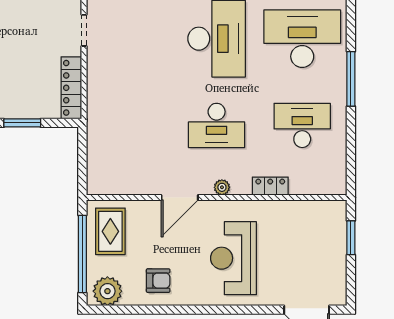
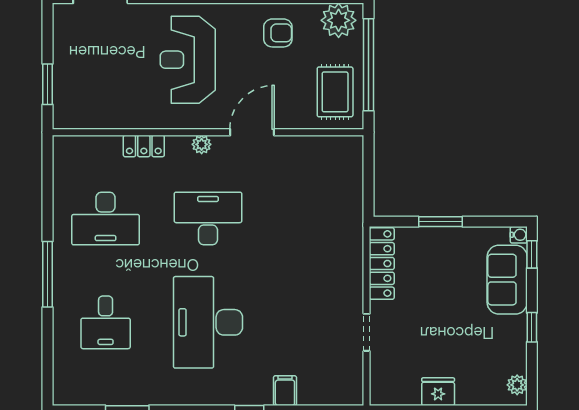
desk: (302, 39) -> (106, 322), width x0.53, depth x0.77
reception desk: (233, 258) -> (188, 60), turned 180
armchair: (158, 281) -> (278, 33), turned 180

